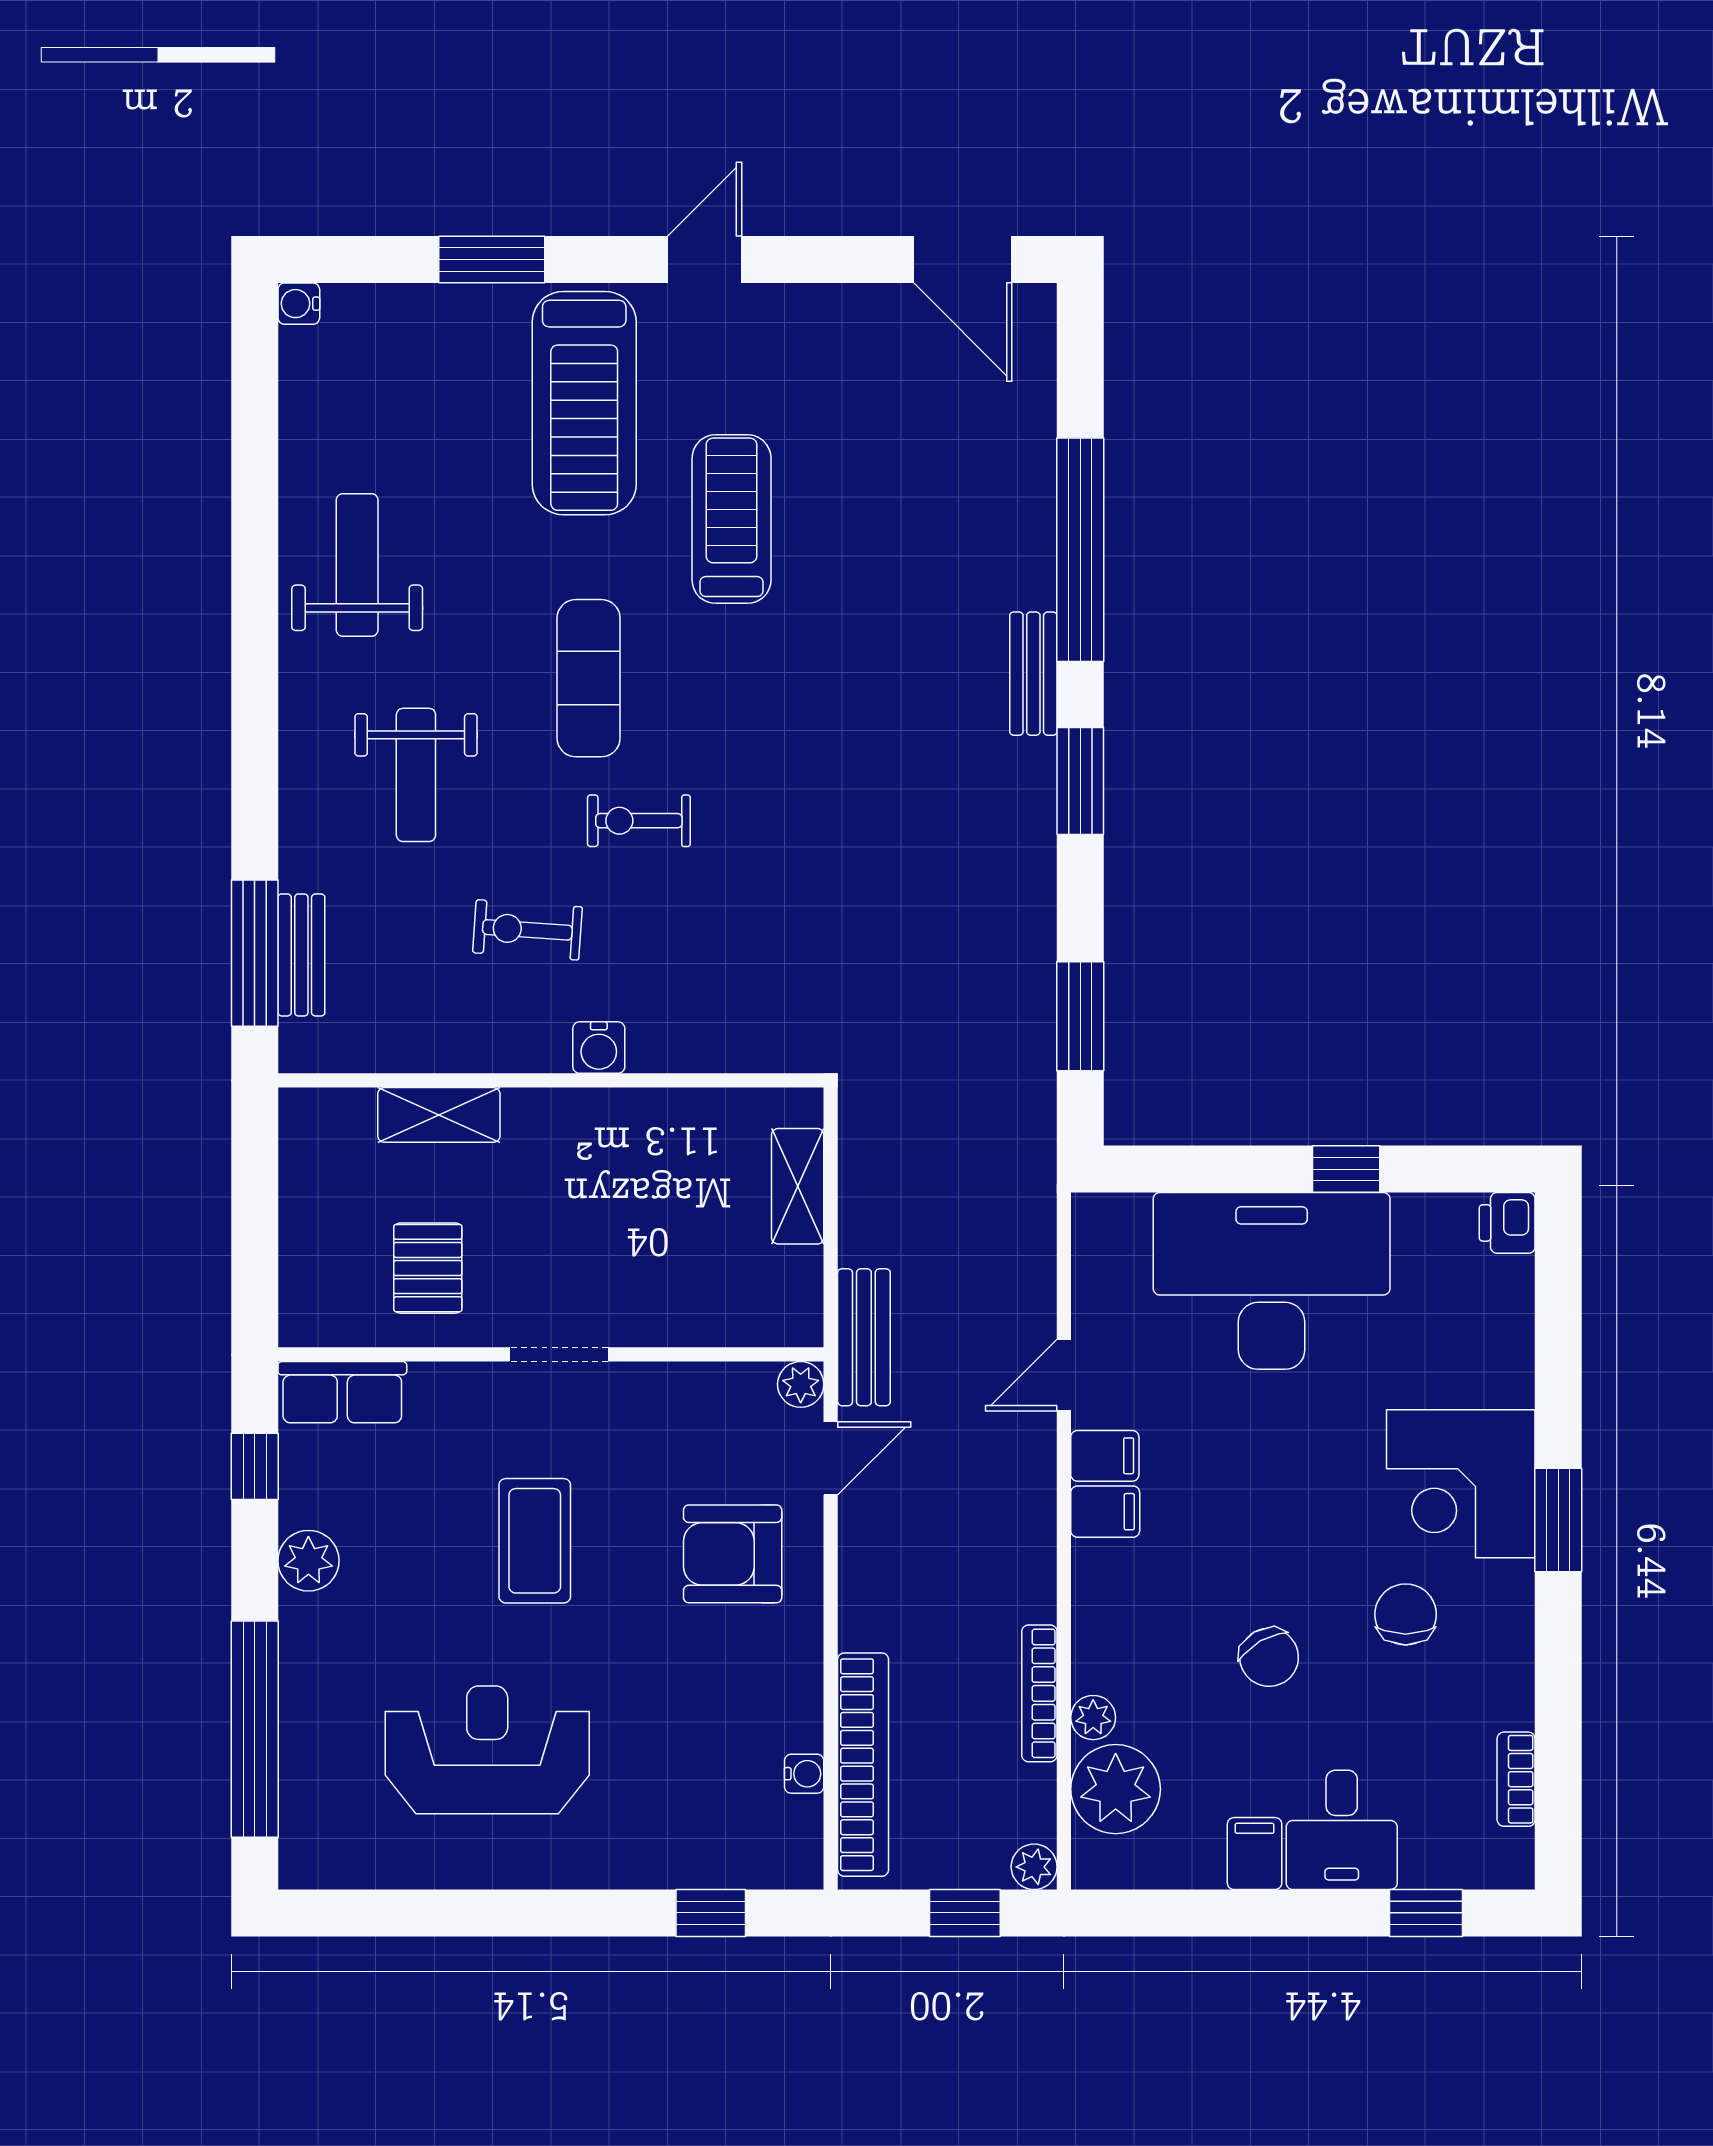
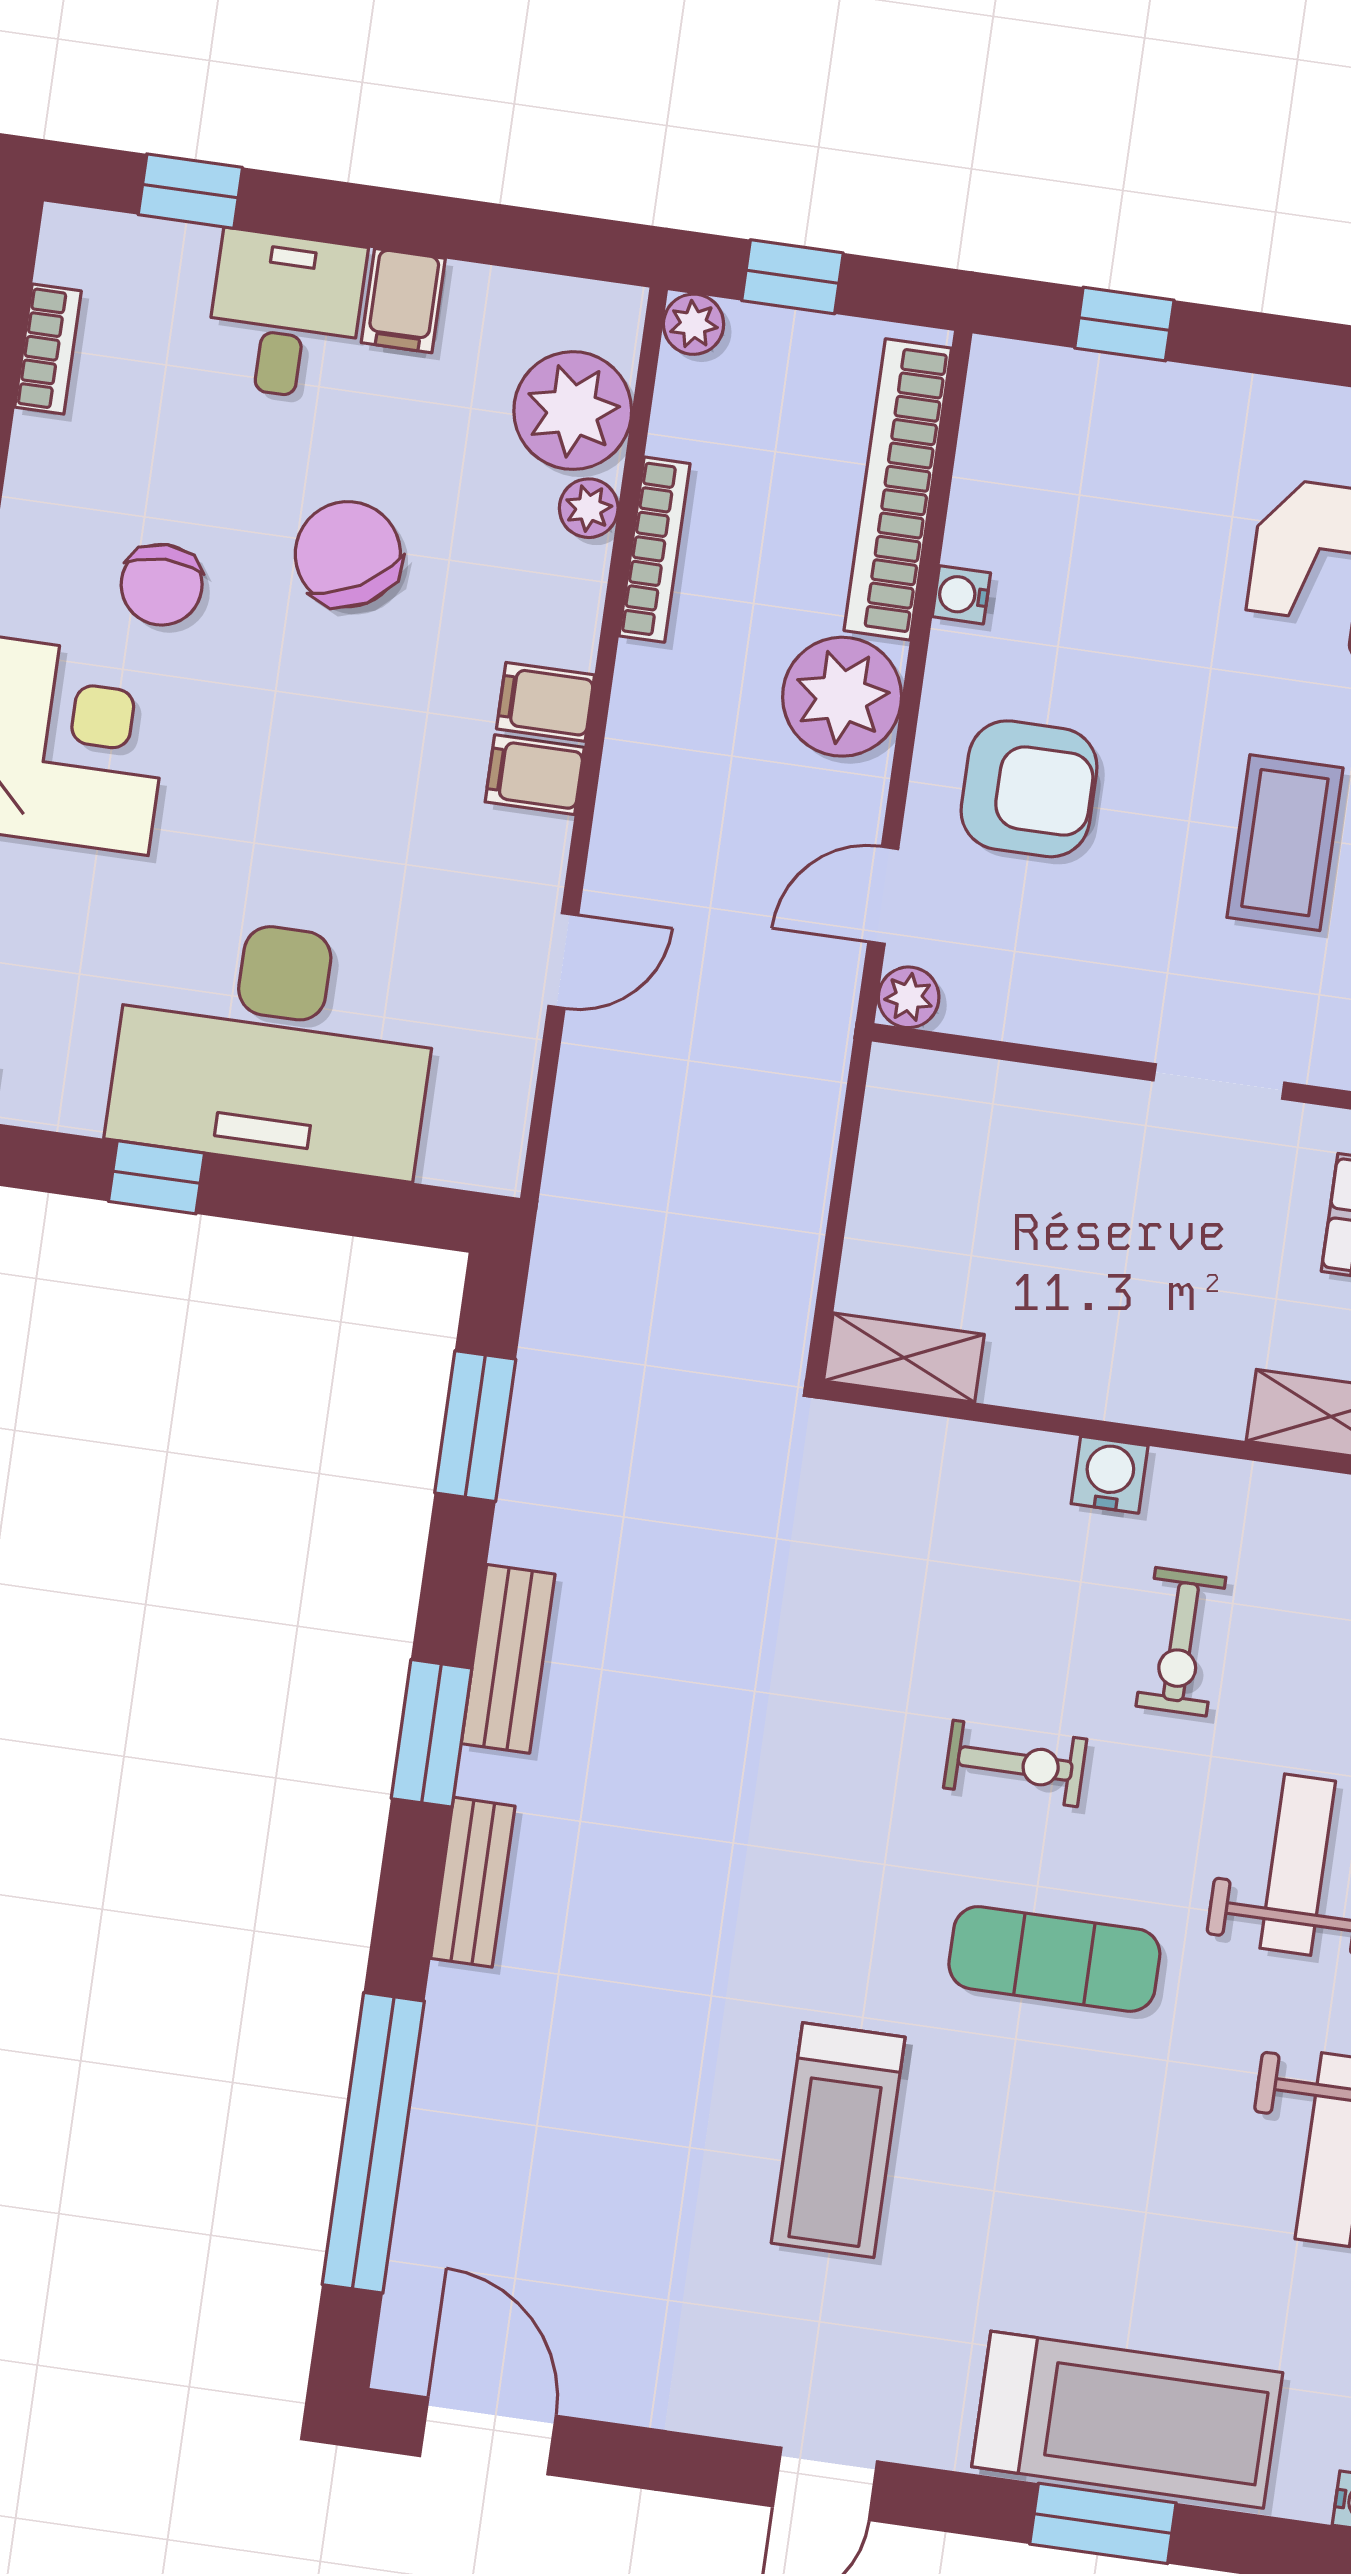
treadmill: (584, 403) -> (1127, 2420), moved, turned 90
window: (1080, 550) -> (373, 2143), moved
exercise mat: (589, 678) -> (1054, 1959), turned 90
exercise bike: (527, 930) -> (1181, 1642), turned 86
shelving: (798, 1186) -> (904, 1358), moved, turned 90
bench: (864, 1337) -> (508, 1659), moved
filing cabinet: (1105, 1456) -> (546, 702), moved
plant: (883, 1603) -> (842, 697), added
chair: (1269, 1657) -> (348, 554), width x1.37, depth x1.37
water cooler: (804, 1774) -> (961, 595), moved

